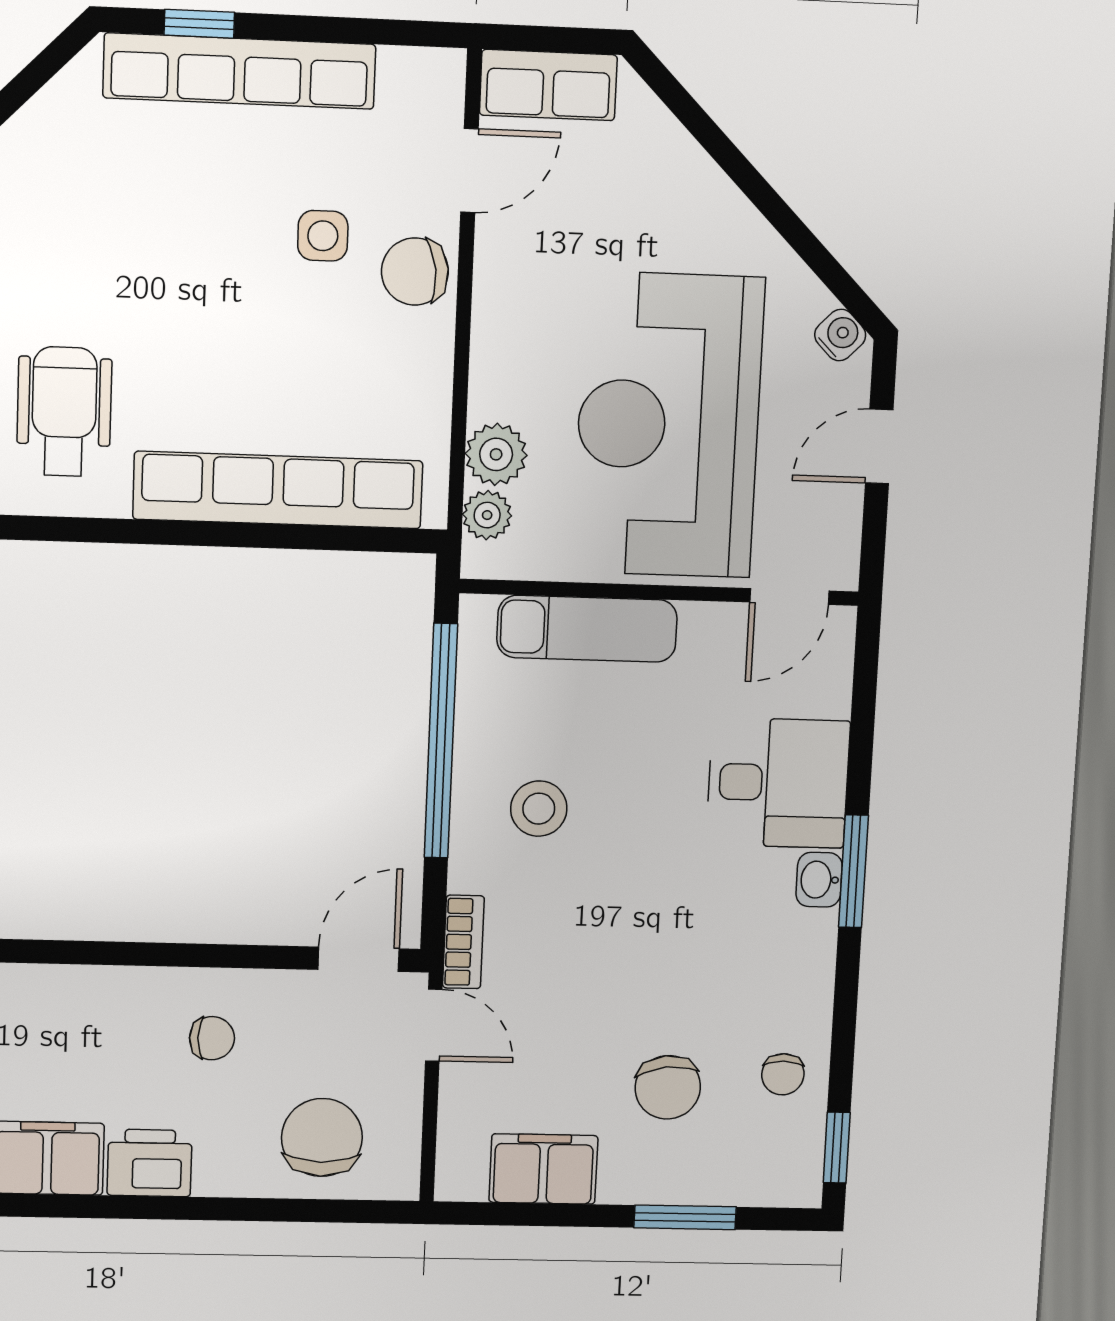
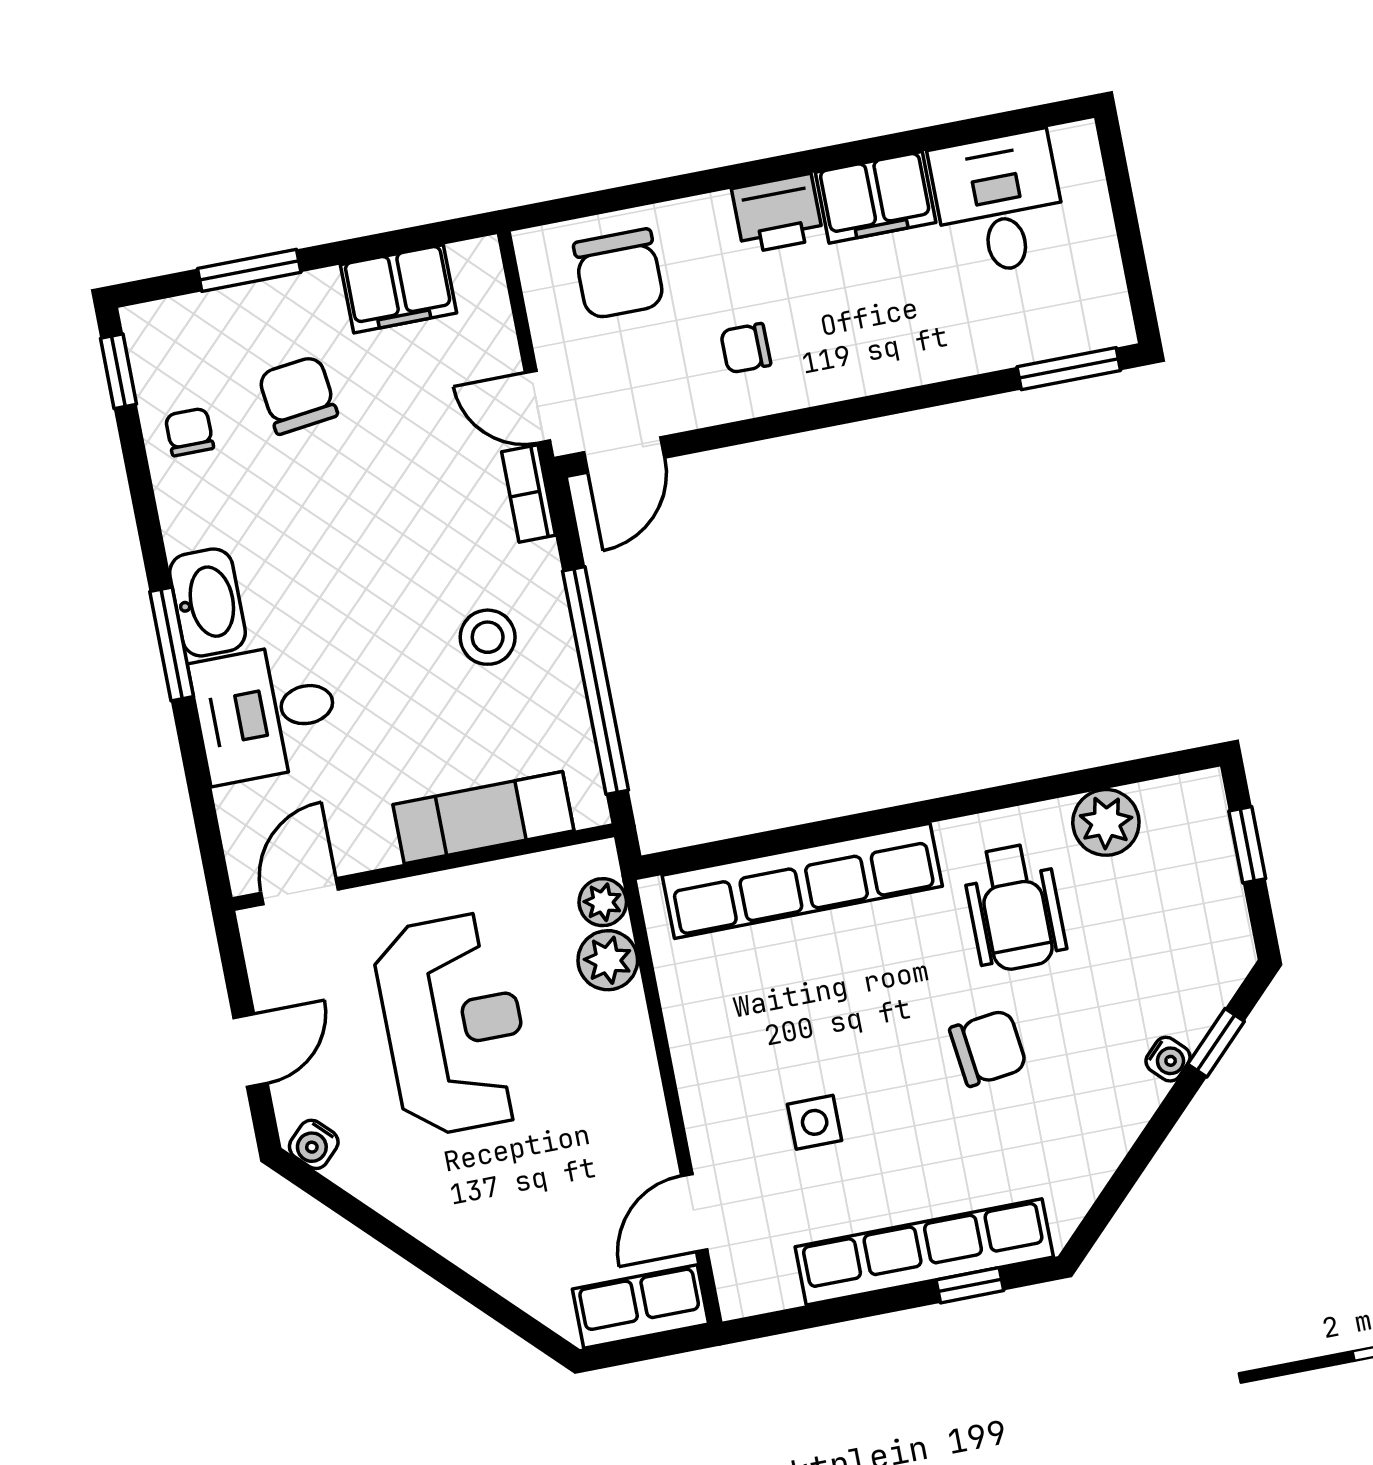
chair: (415, 272) -> (988, 1048), moved
reception desk: (668, 425) -> (454, 1024), width x0.74, depth x0.77
washbasin: (819, 880) -> (208, 602), width x1.91, depth x1.45

